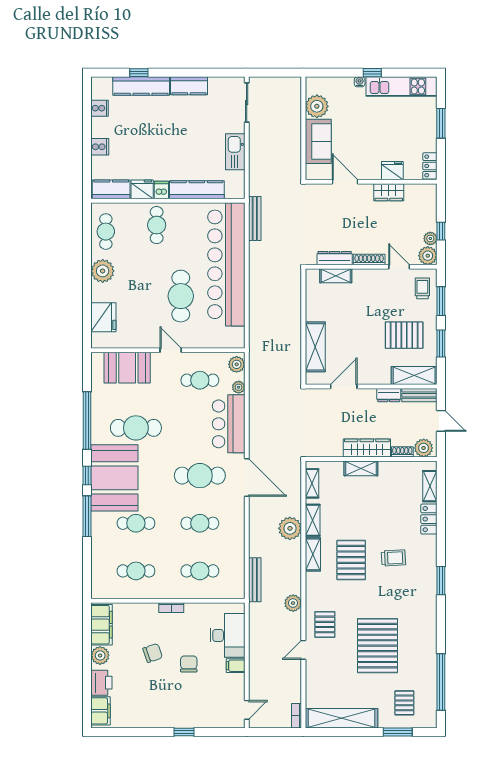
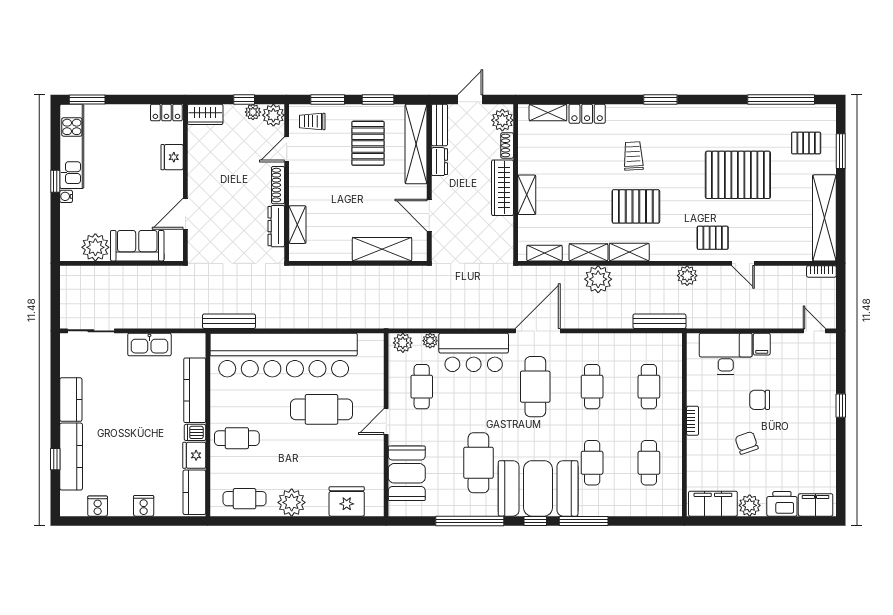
window: (441, 123) -> (87, 99), moved
wardrobe: (389, 192) -> (205, 114), moved, turned 90
shelving: (414, 376) -> (416, 144), width x1.47

